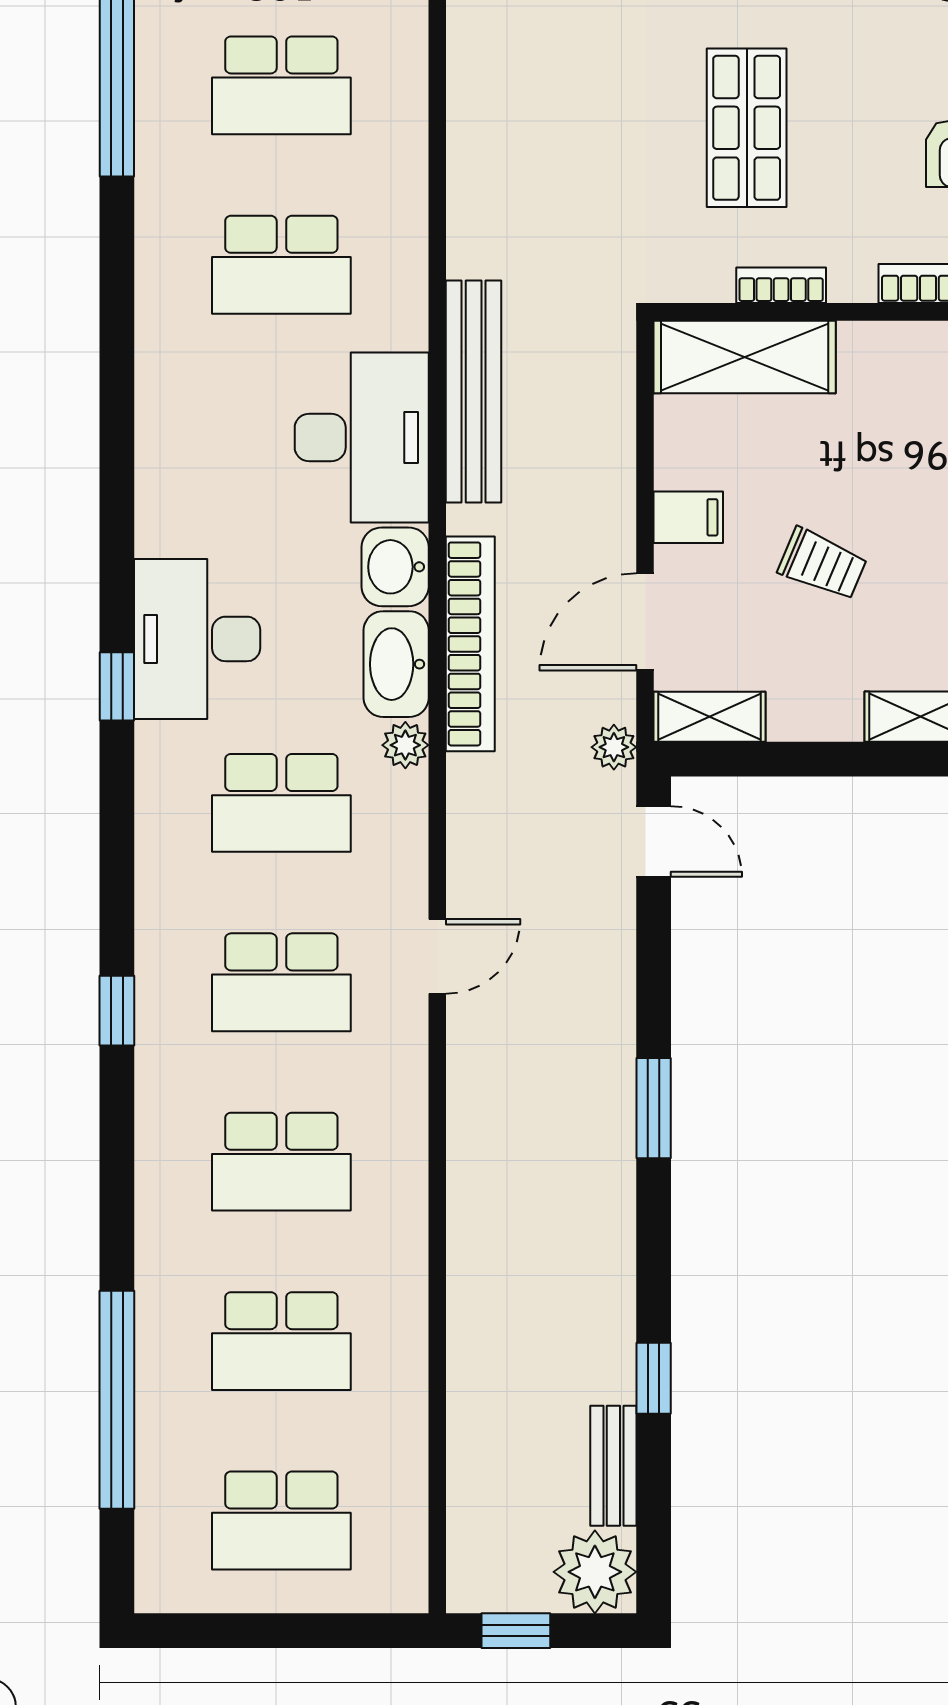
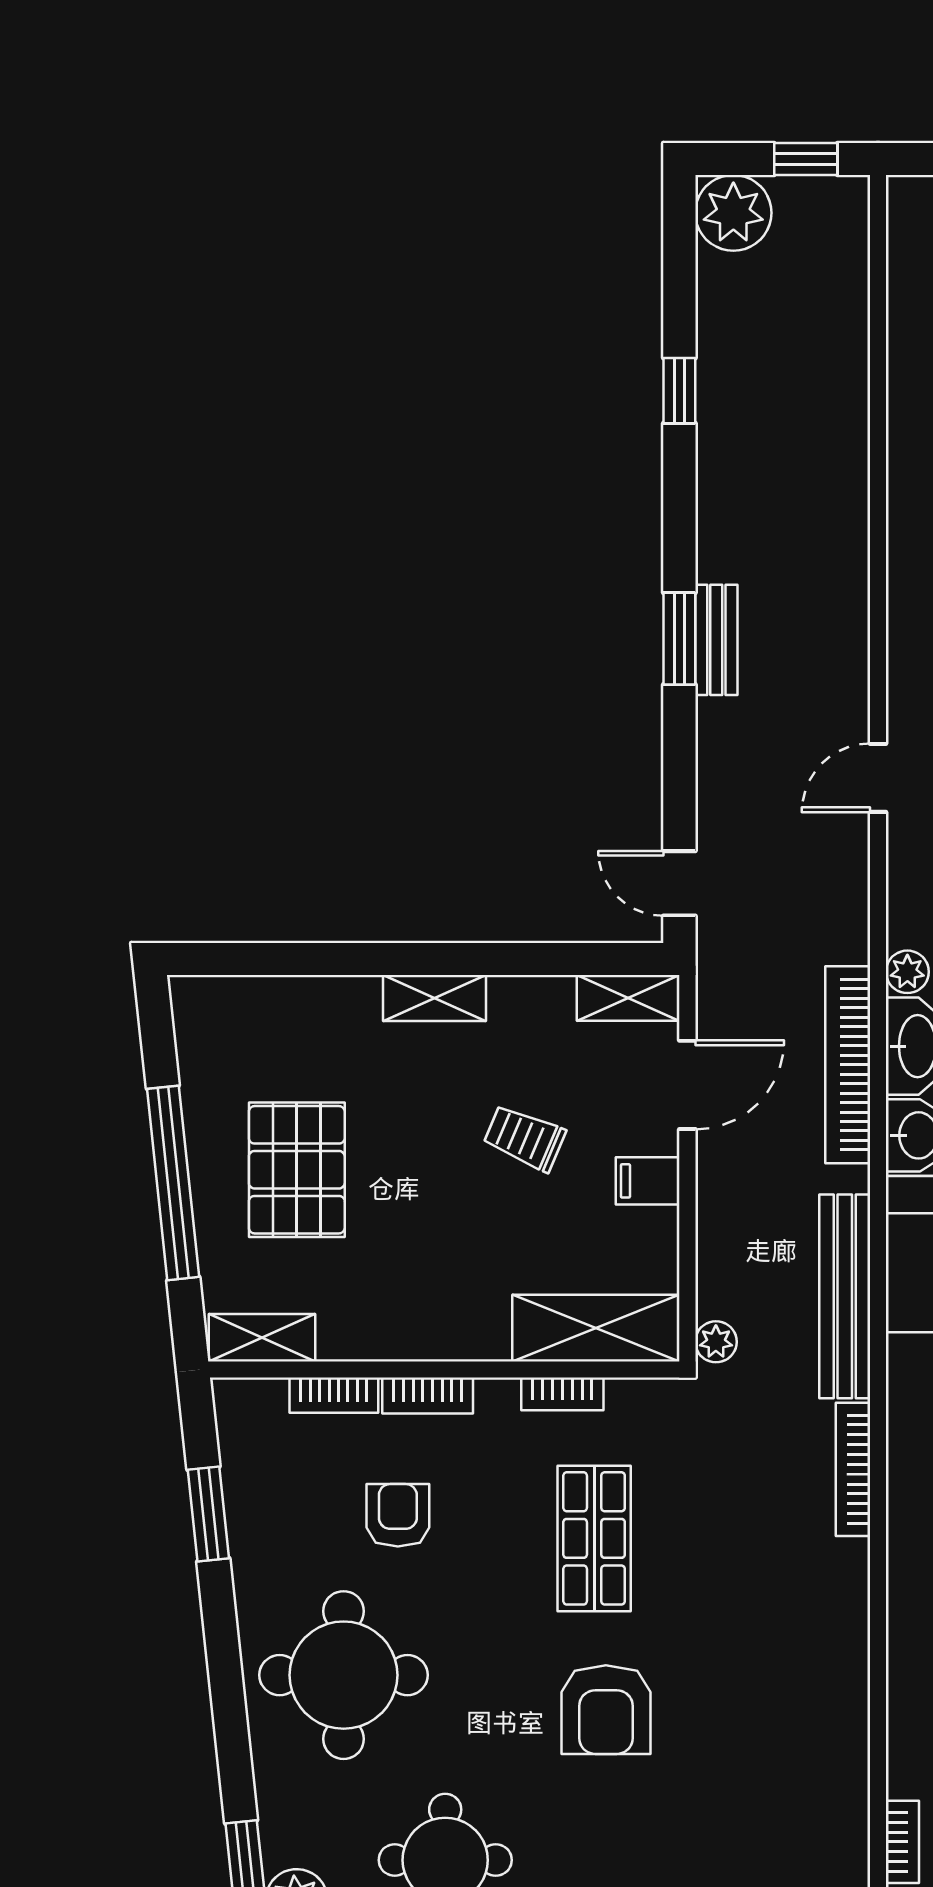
bookcase: (465, 203) -> (853, 1469), added
plant: (614, 747) -> (716, 1342), moved
bench: (613, 1466) -> (716, 640), moved

